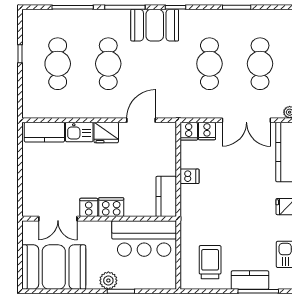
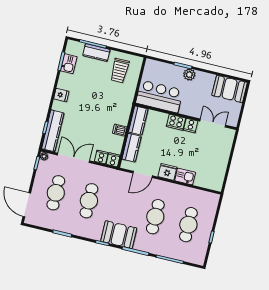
kitchen counter: (44, 132) -> (132, 148), moved, turned 90
booth: (54, 267) -> (230, 89), width x0.73, depth x0.70

